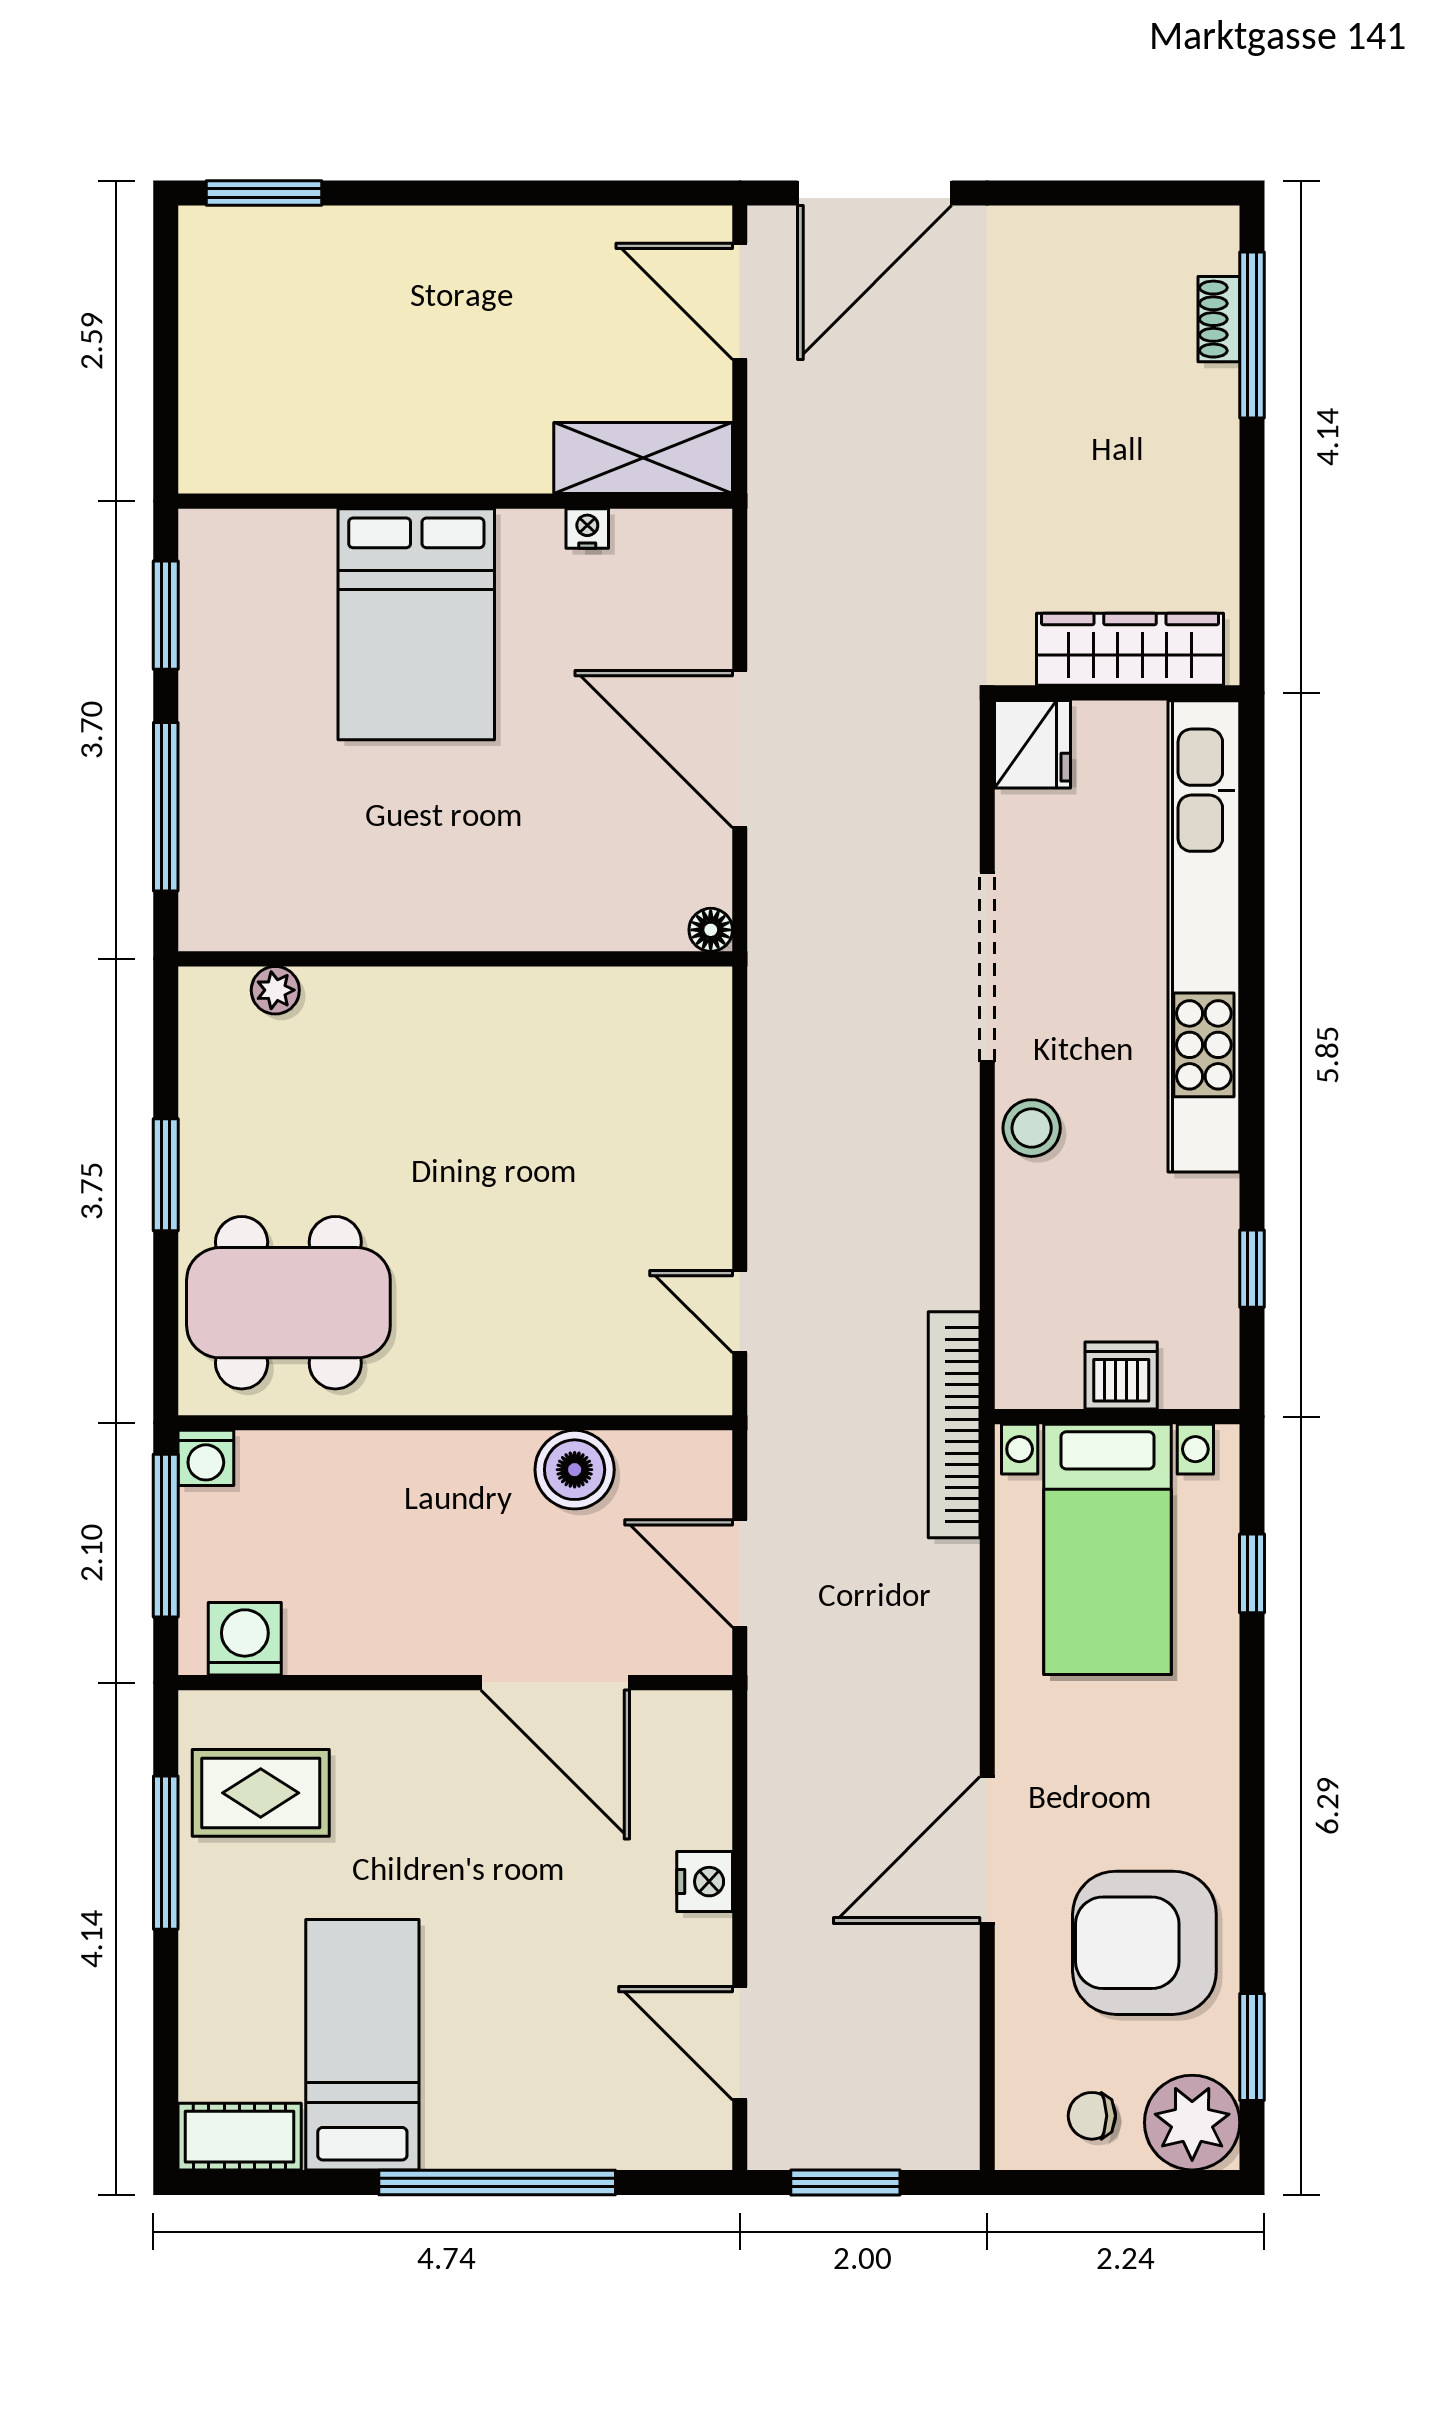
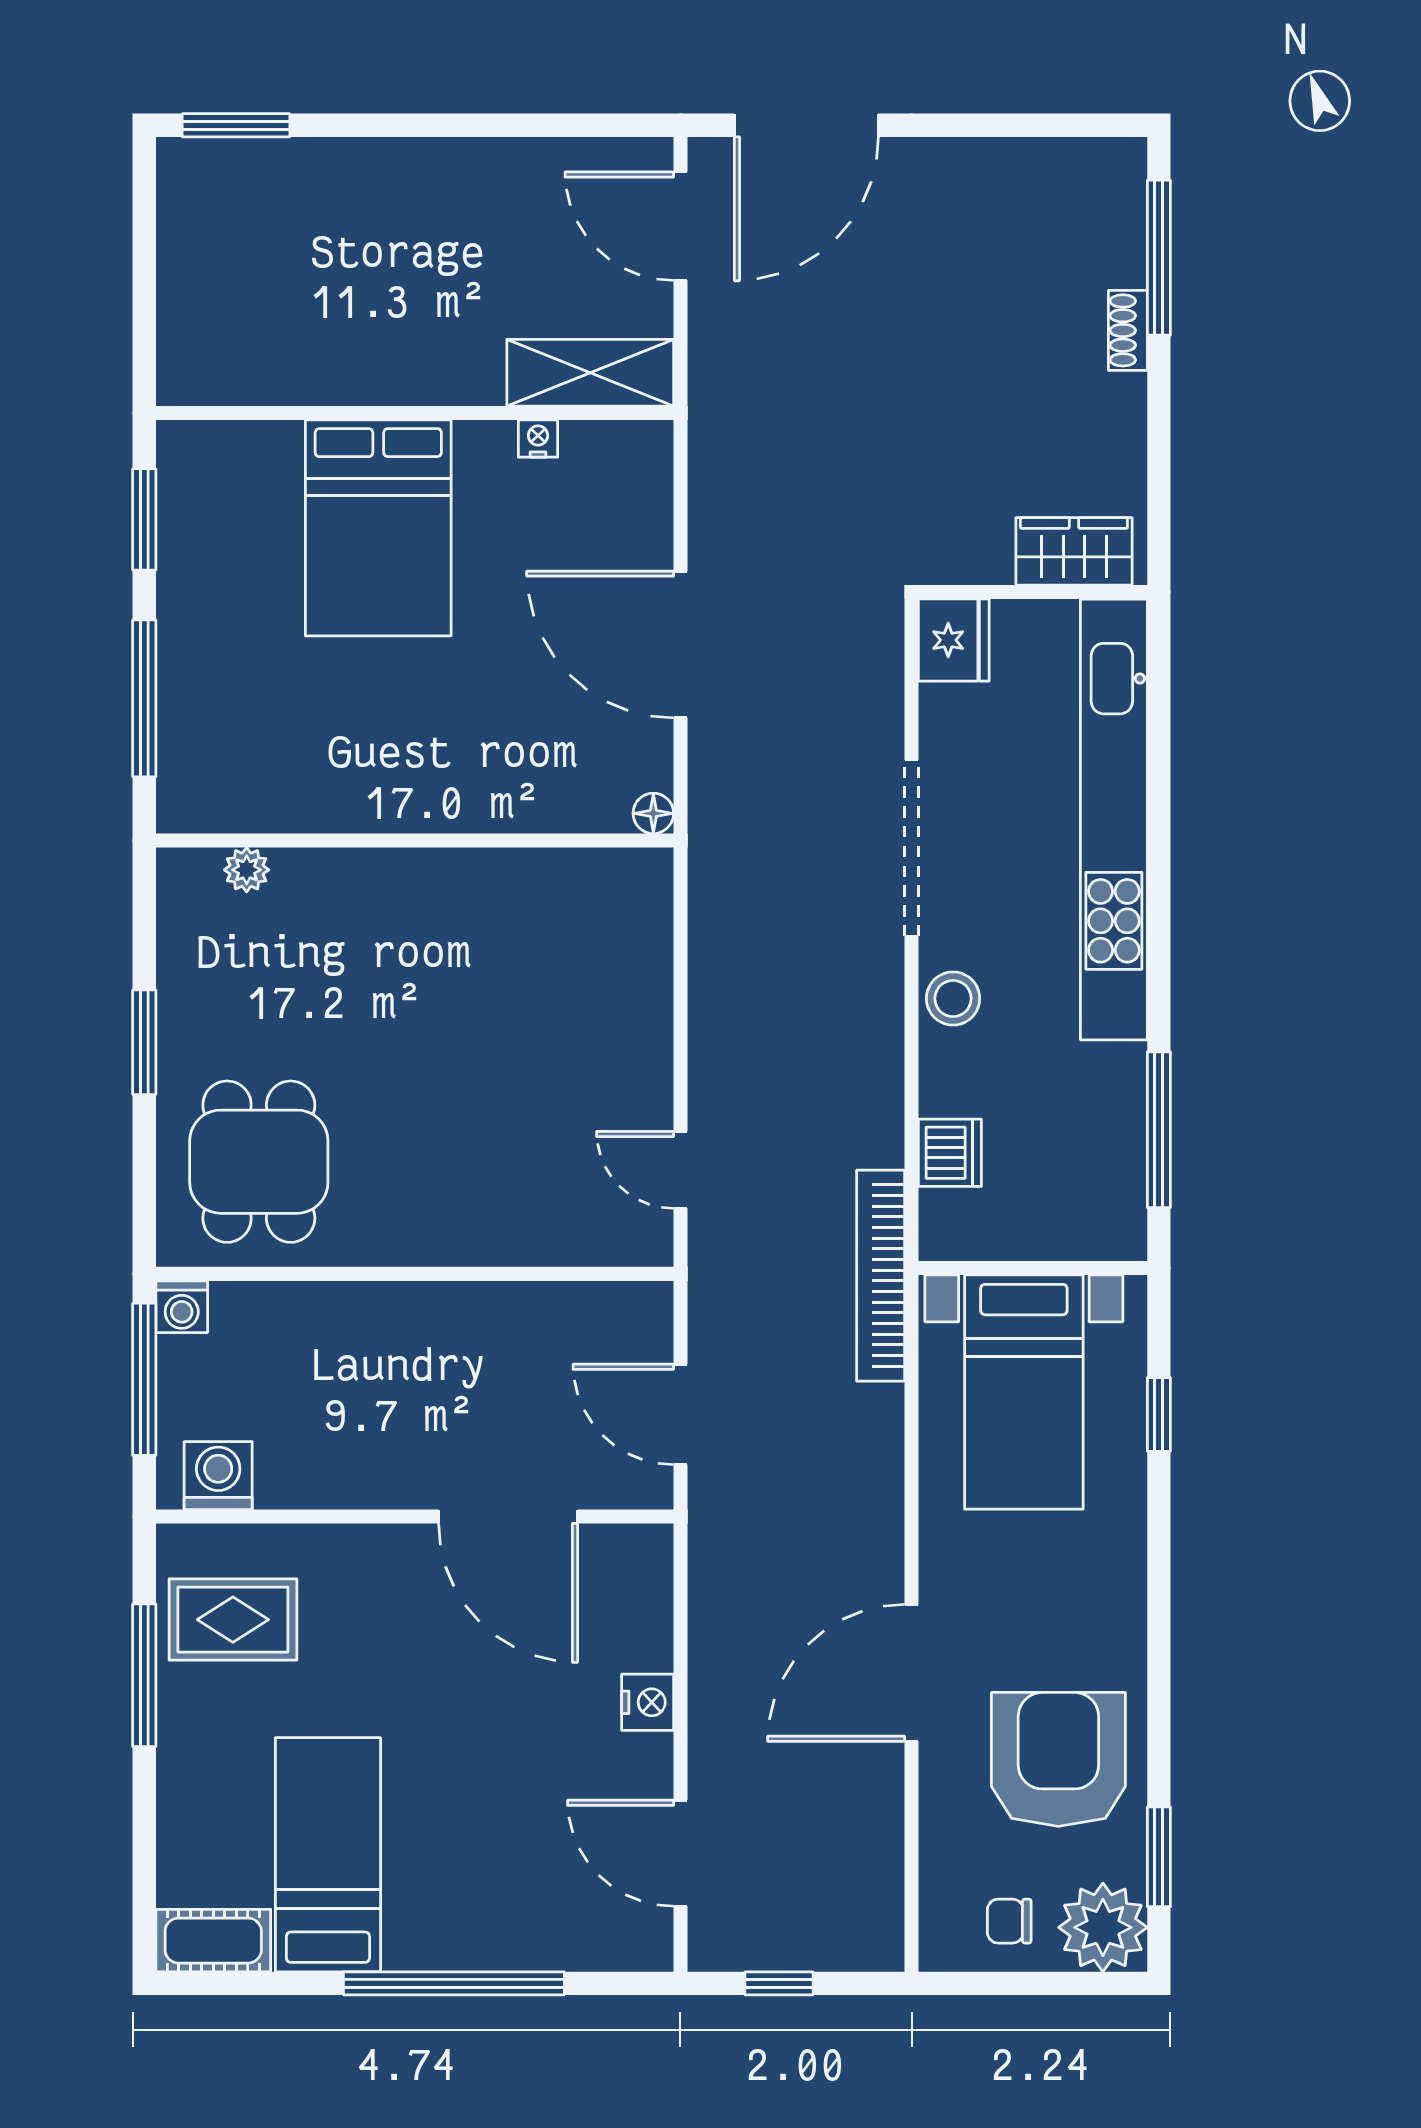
shoe rack: (1219, 319) -> (1128, 330), moved
wardrobe: (1130, 649) -> (1074, 551), width x0.67
window: (1252, 1269) -> (1159, 1130), width x2.17
dining table: (288, 1303) -> (259, 1162), width x0.73
dishwasher: (1121, 1376) -> (950, 1153), moved, turned 90
boiler: (575, 1470) -> (526, 1318), removed
armchair: (1144, 1943) -> (1058, 1759), turned 90
window: (845, 2182) -> (779, 1983), width x0.67

